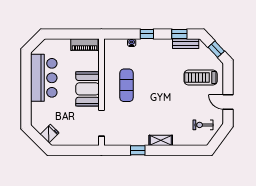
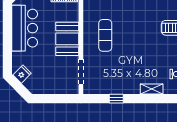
fridge: (50, 134) -> (22, 74), moved
shelving: (161, 140) -> (152, 89), moved

